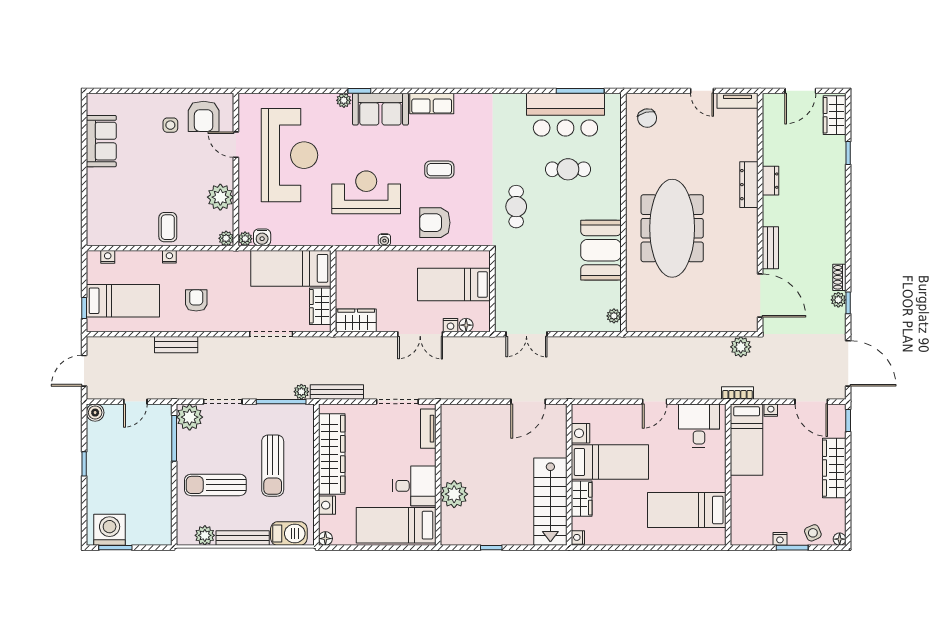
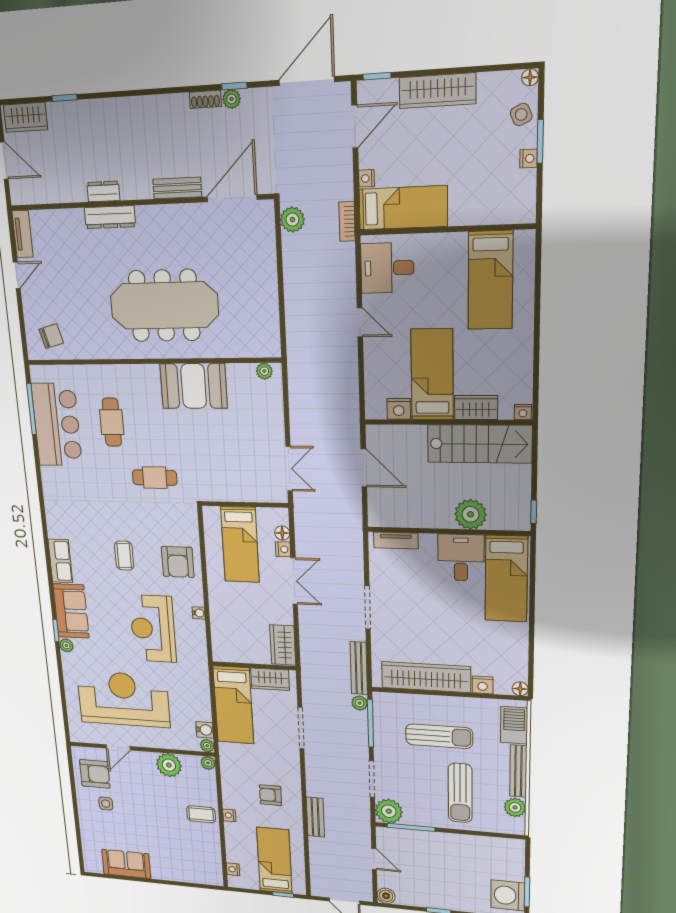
tv unit: (428, 429) -> (396, 541), moved
wall: (438, 475) -> (448, 531), moved
desk: (414, 486) -> (461, 558), moved
plant: (454, 494) -> (471, 514), moved
bed: (396, 525) -> (506, 579), moved

